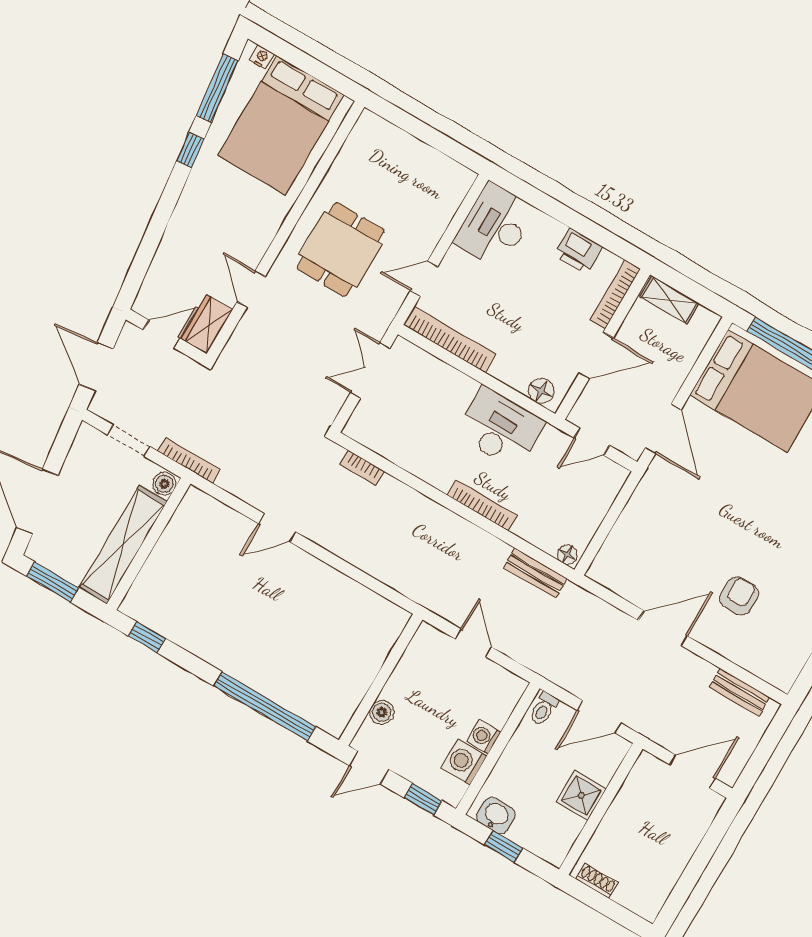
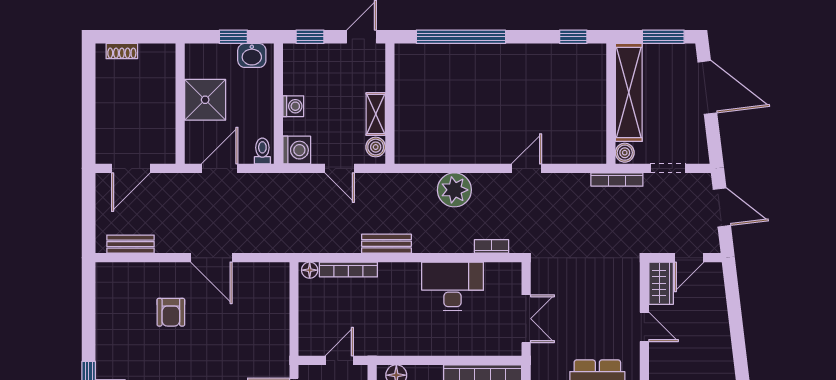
desk: (500, 428) -> (453, 286), moved, turned 180
bookcase: (482, 505) -> (348, 270), moved
plant: (366, 550) -> (454, 190), added
bench: (535, 573) -> (386, 244), moved
door: (663, 628) -> (211, 258), hinge flipped
shelving: (402, 678) -> (376, 114), added
boiler: (382, 712) -> (376, 147), moved
washing machine: (464, 762) -> (297, 150), moved
shower: (581, 795) -> (205, 100), width x1.36, depth x1.36
shoe rack: (597, 881) -> (122, 51), moved

